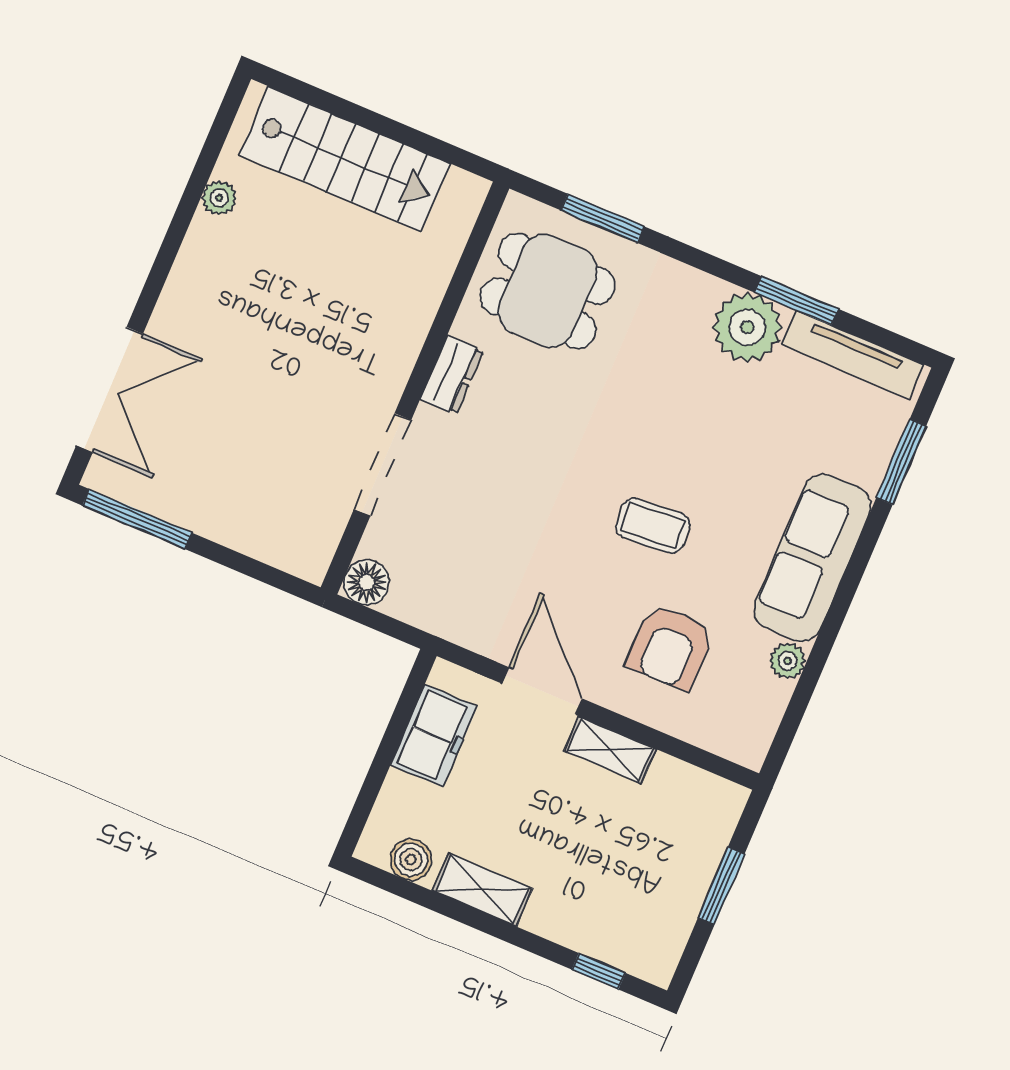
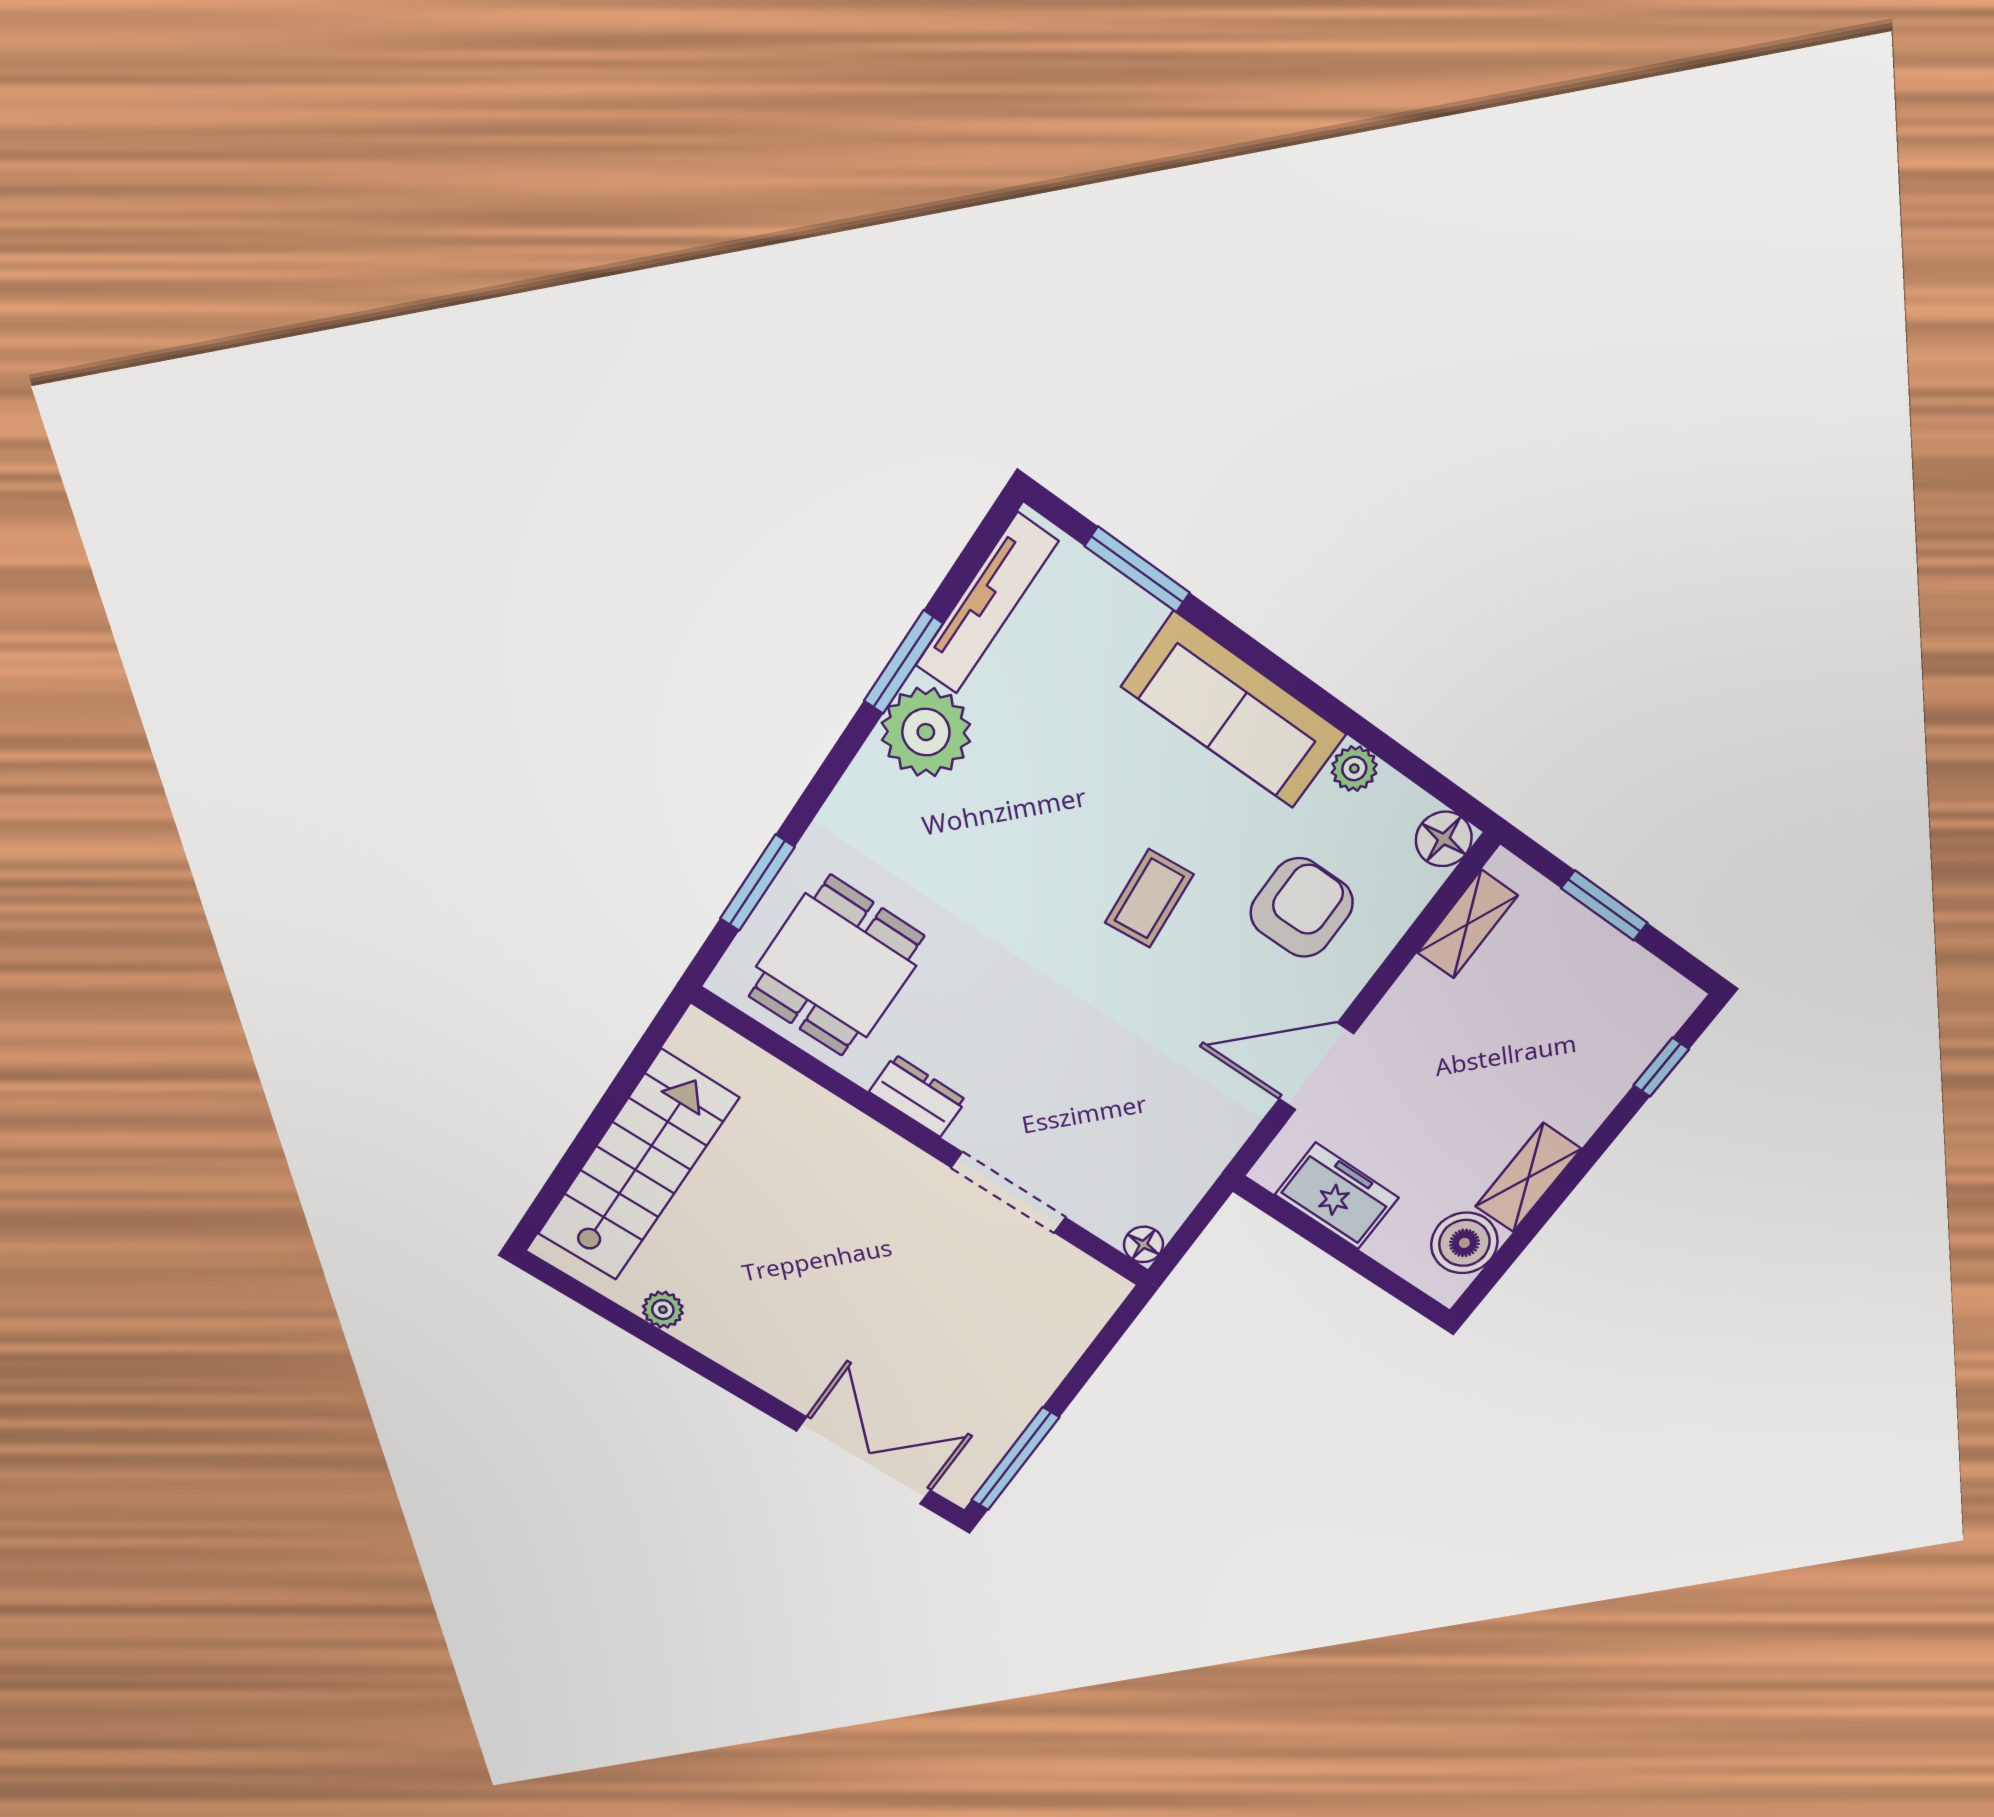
floor lamp: (367, 582) -> (1143, 1244), width x0.73, depth x0.73
armchair: (670, 647) -> (1302, 908), turned -90
floor lamp: (748, 744) -> (1444, 839), added
shelving: (610, 750) -> (1467, 924), moved
boiler: (411, 860) -> (1464, 1243), width x1.36, depth x1.36

